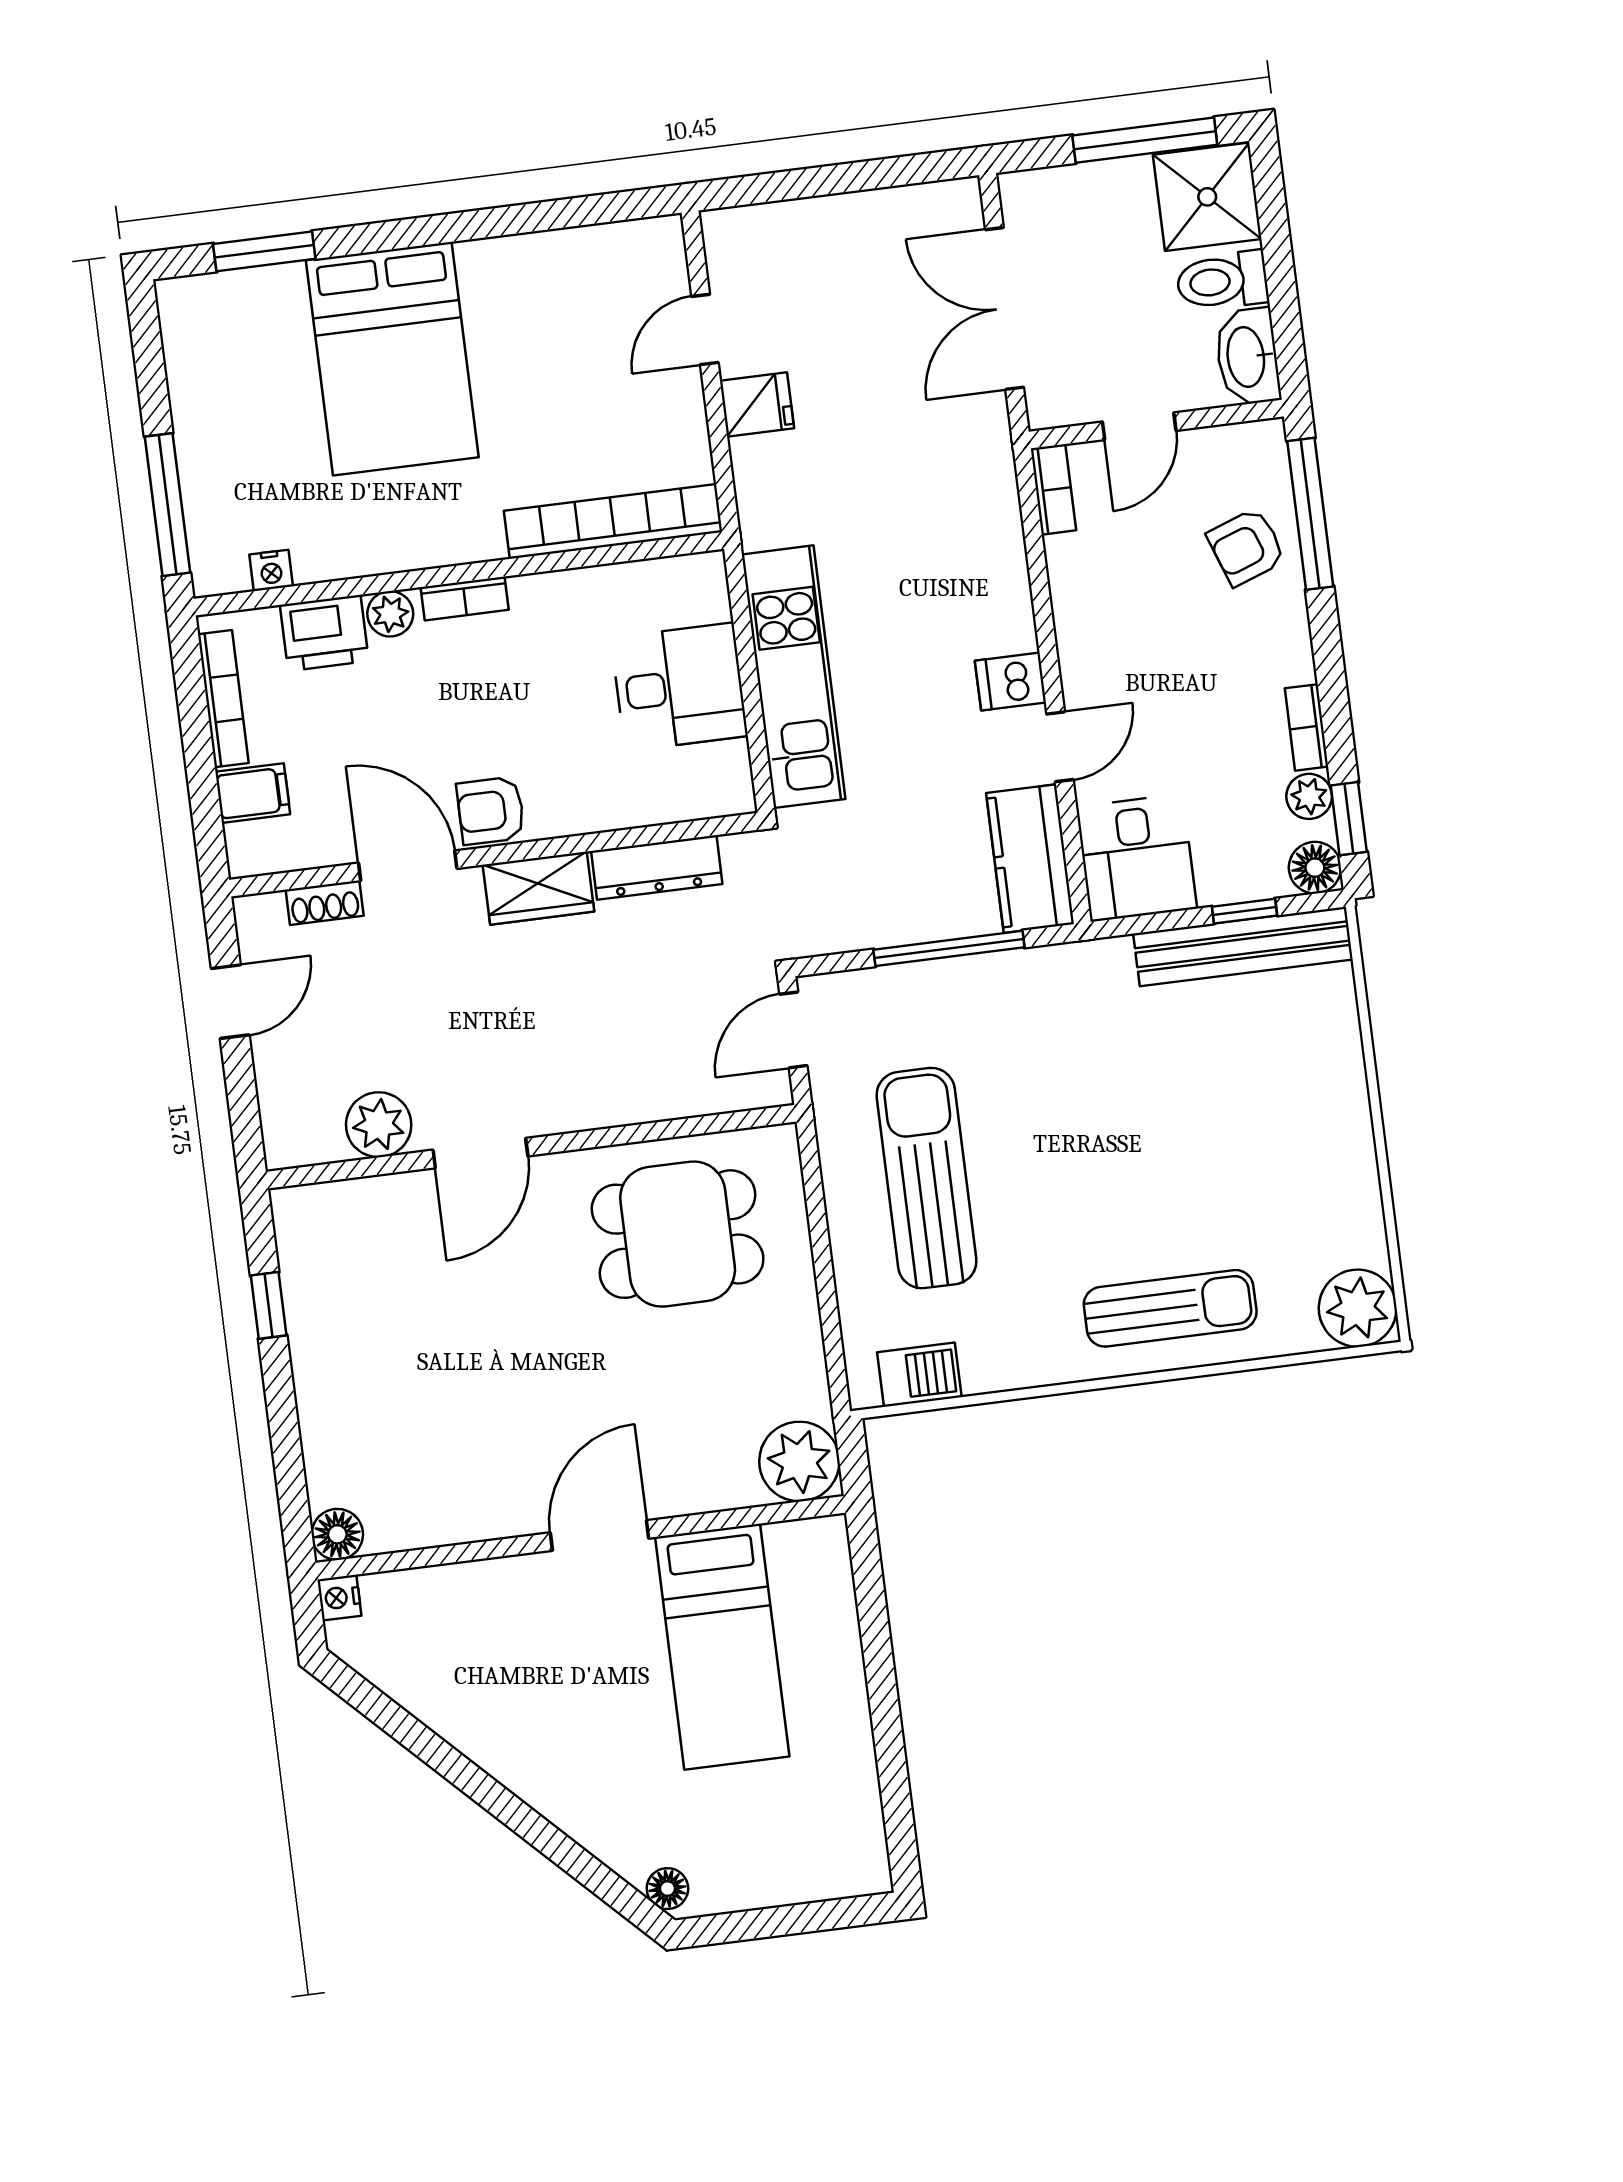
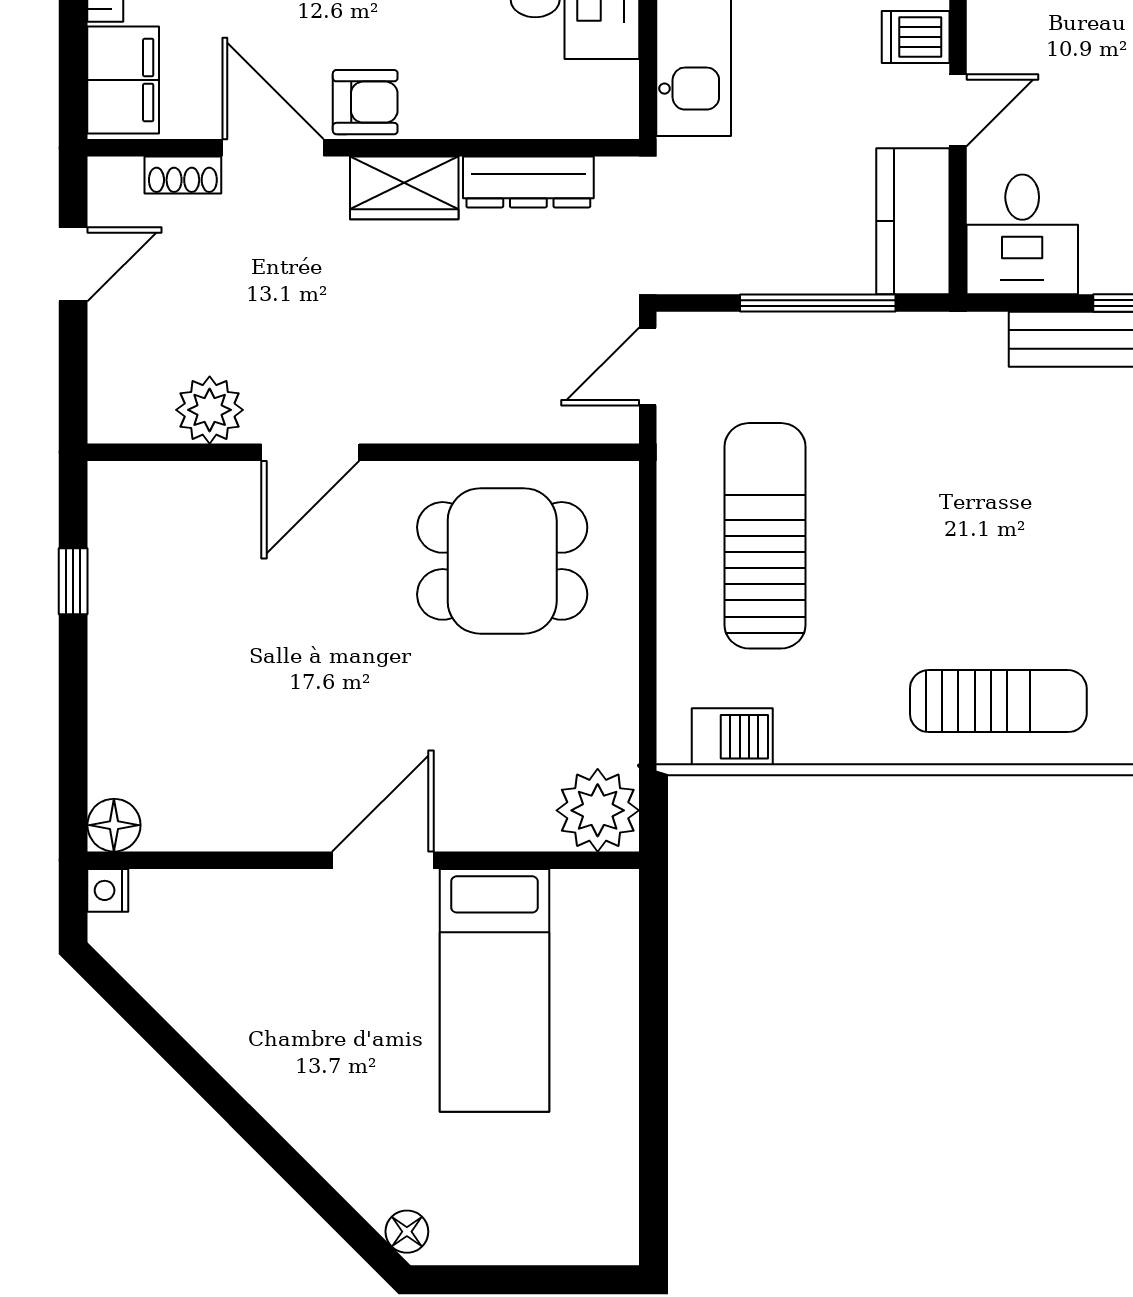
filing cabinet: (253, 793) -> (123, 80), width x2.00
armchair: (491, 811) -> (365, 102), turned 180

